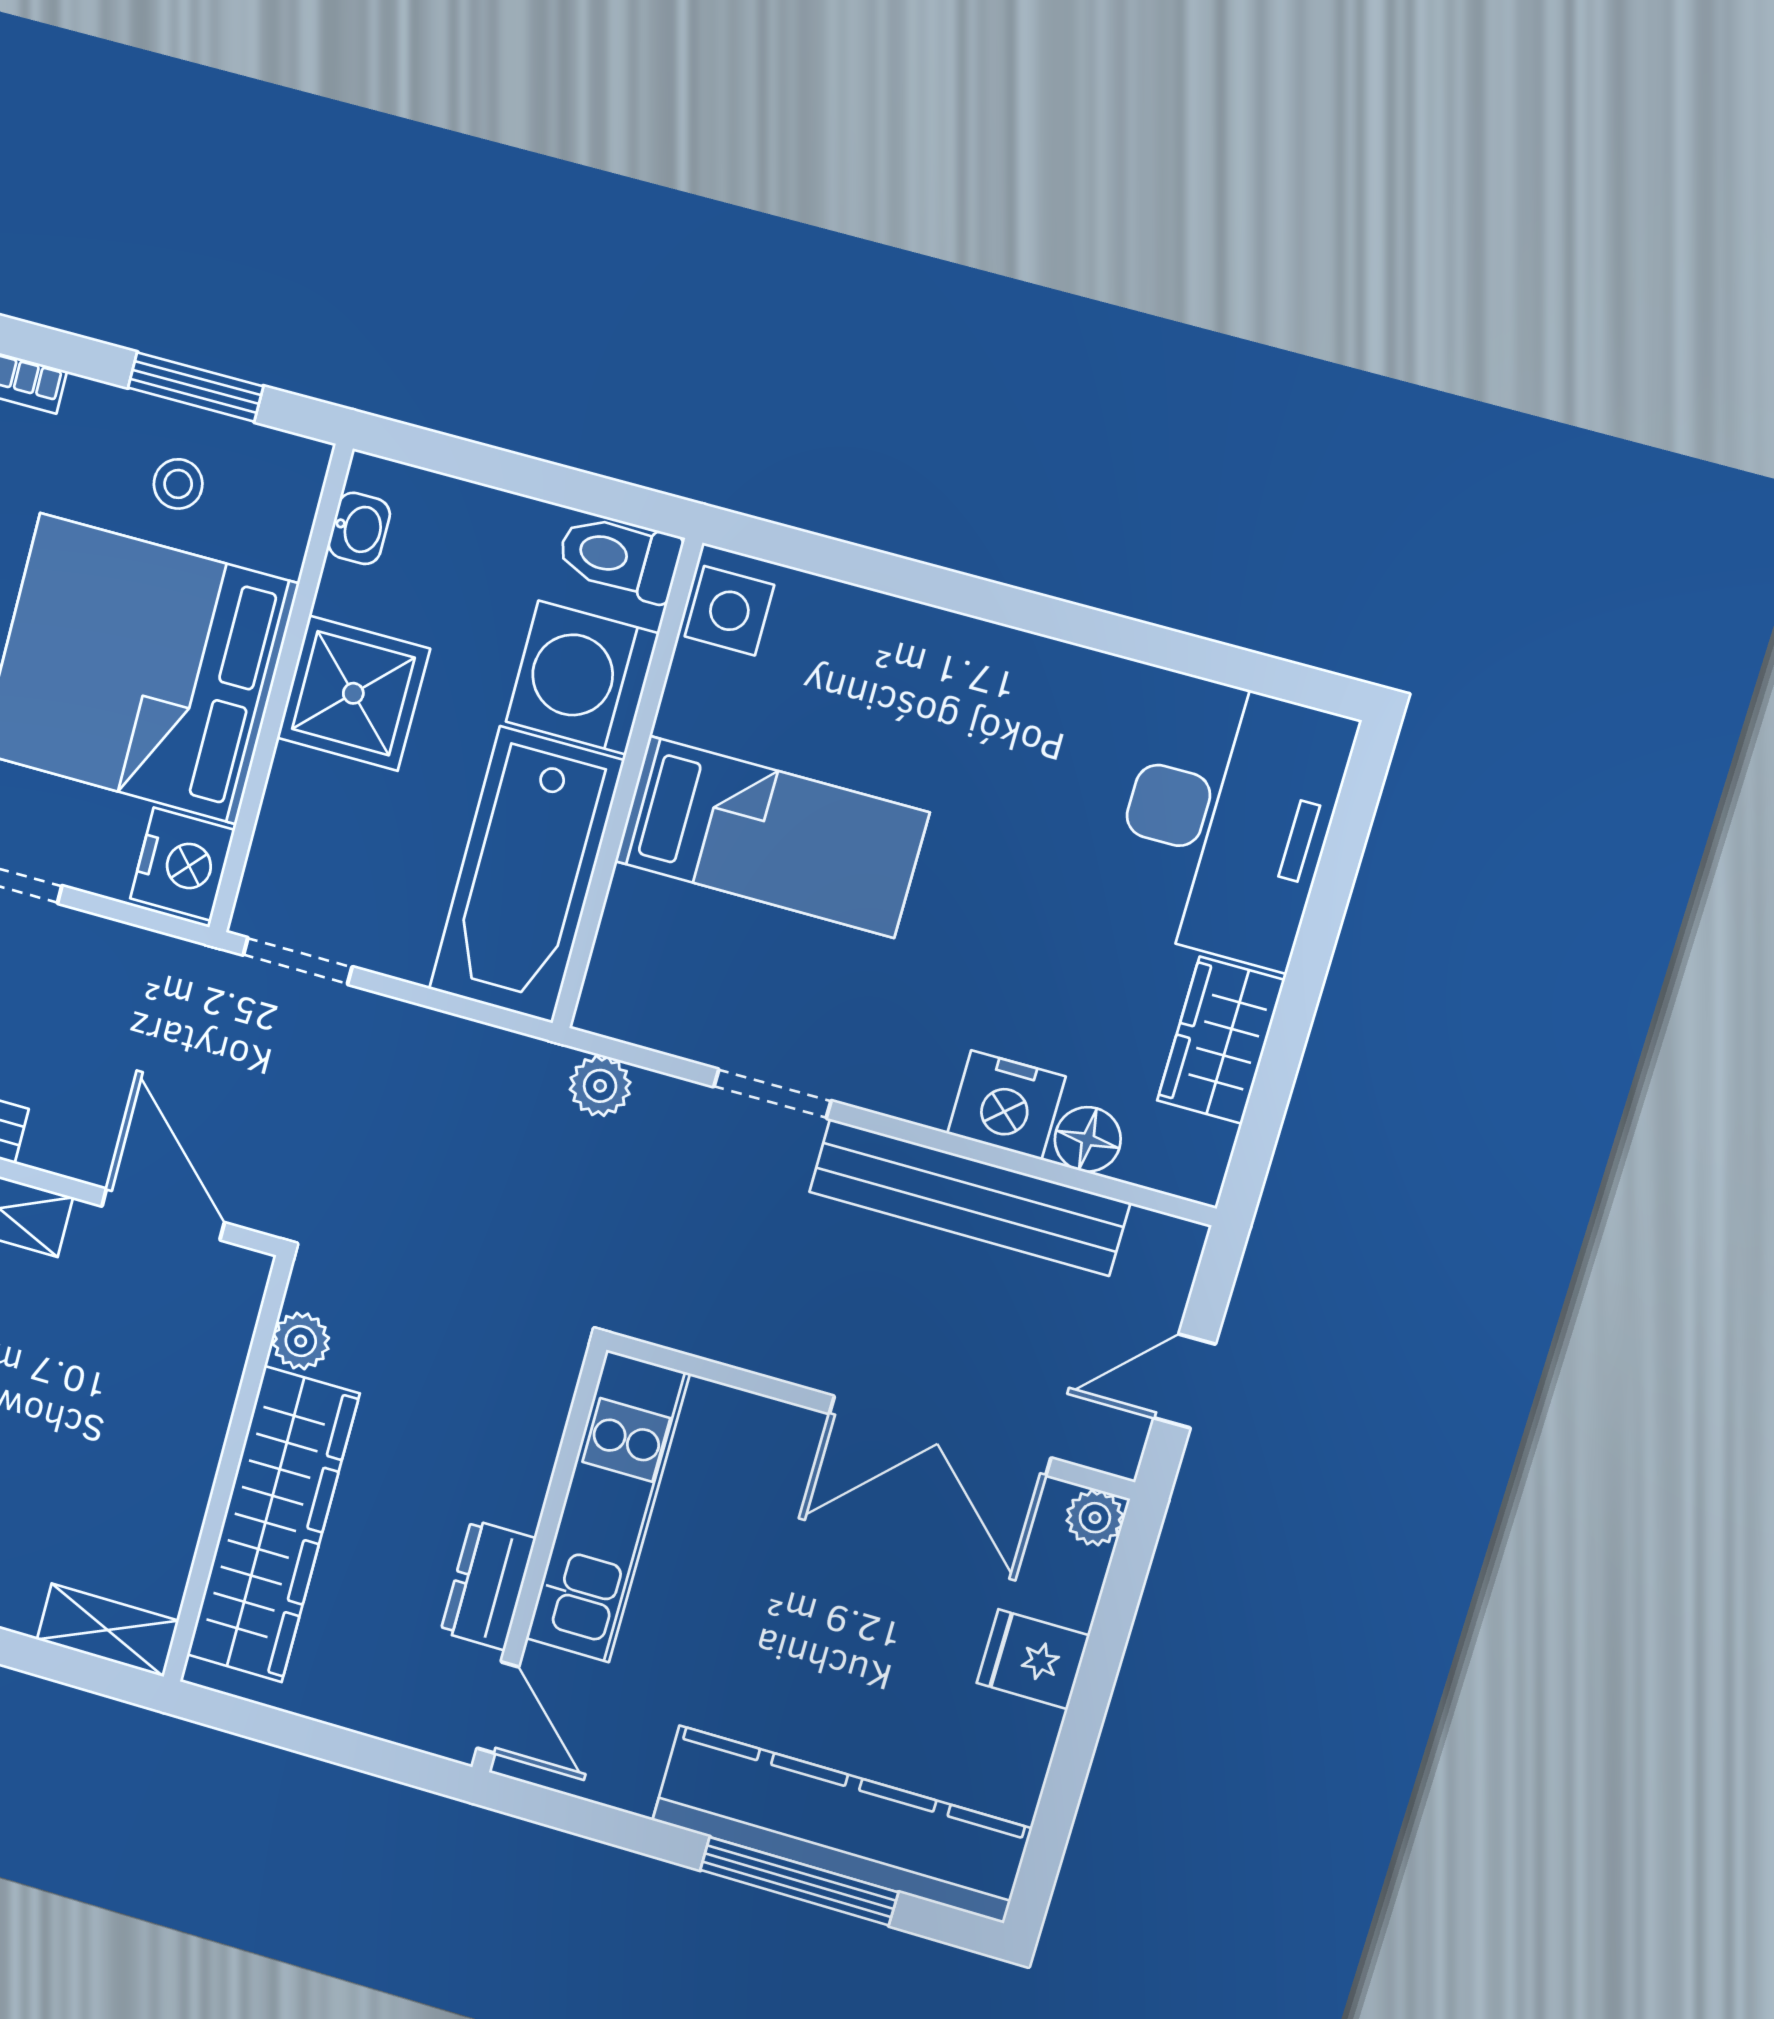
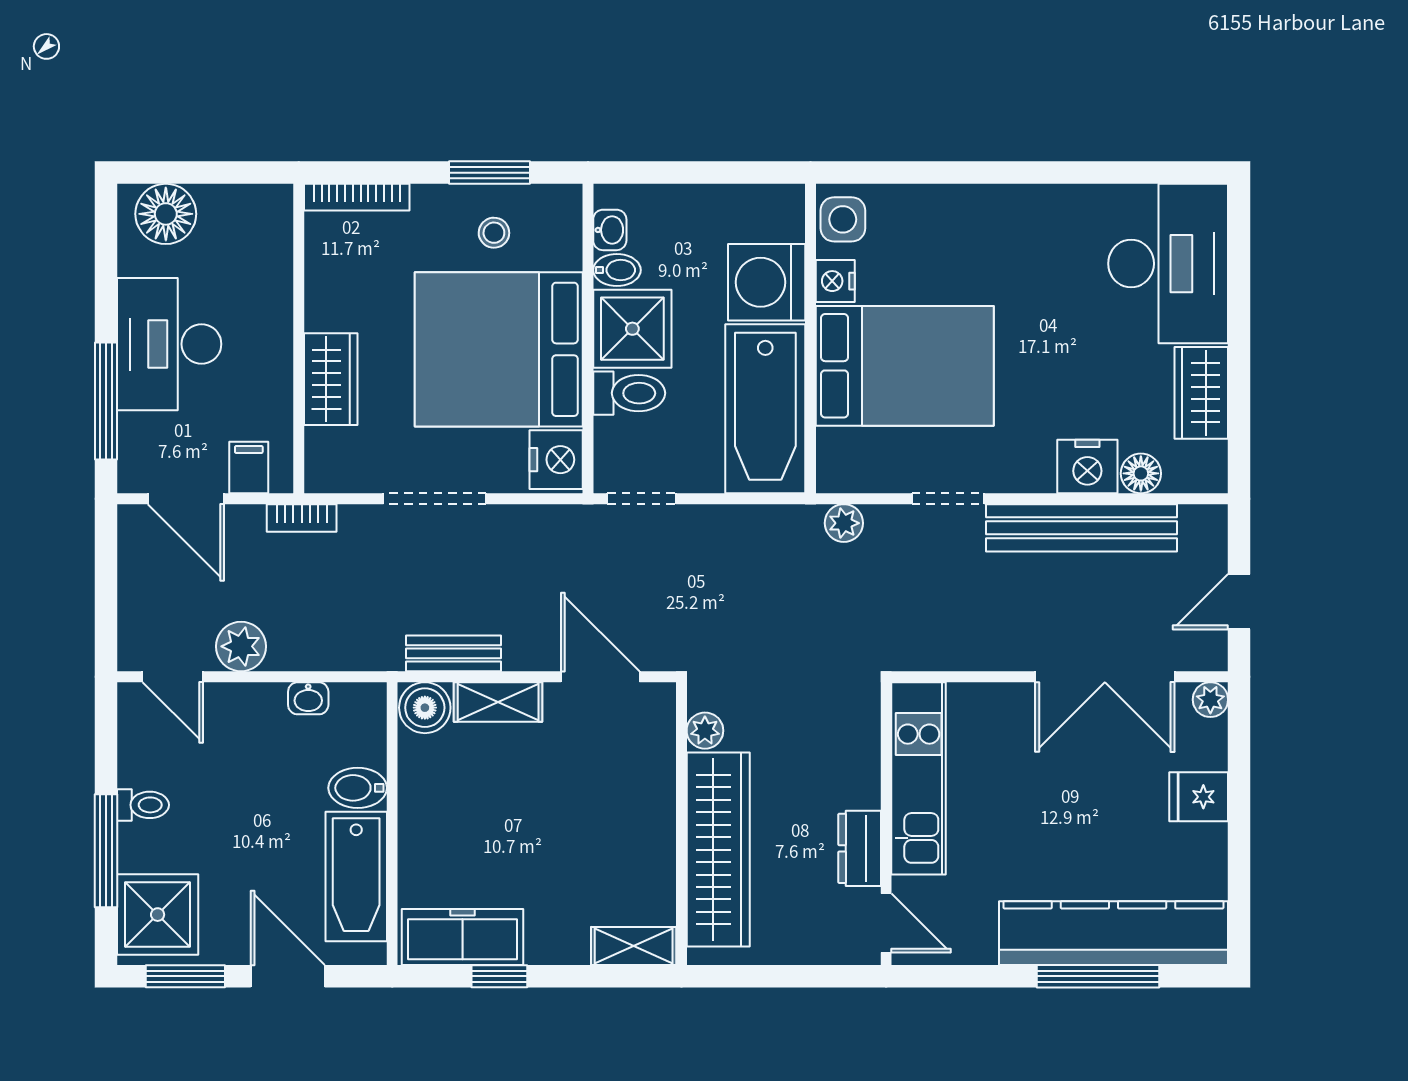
toilet: (619, 557) -> (629, 393), moved, turned 180
bidet: (354, 595) -> (617, 270), added
nightstand: (691, 705) -> (835, 281), added
bed: (772, 837) -> (905, 366), width x1.50

